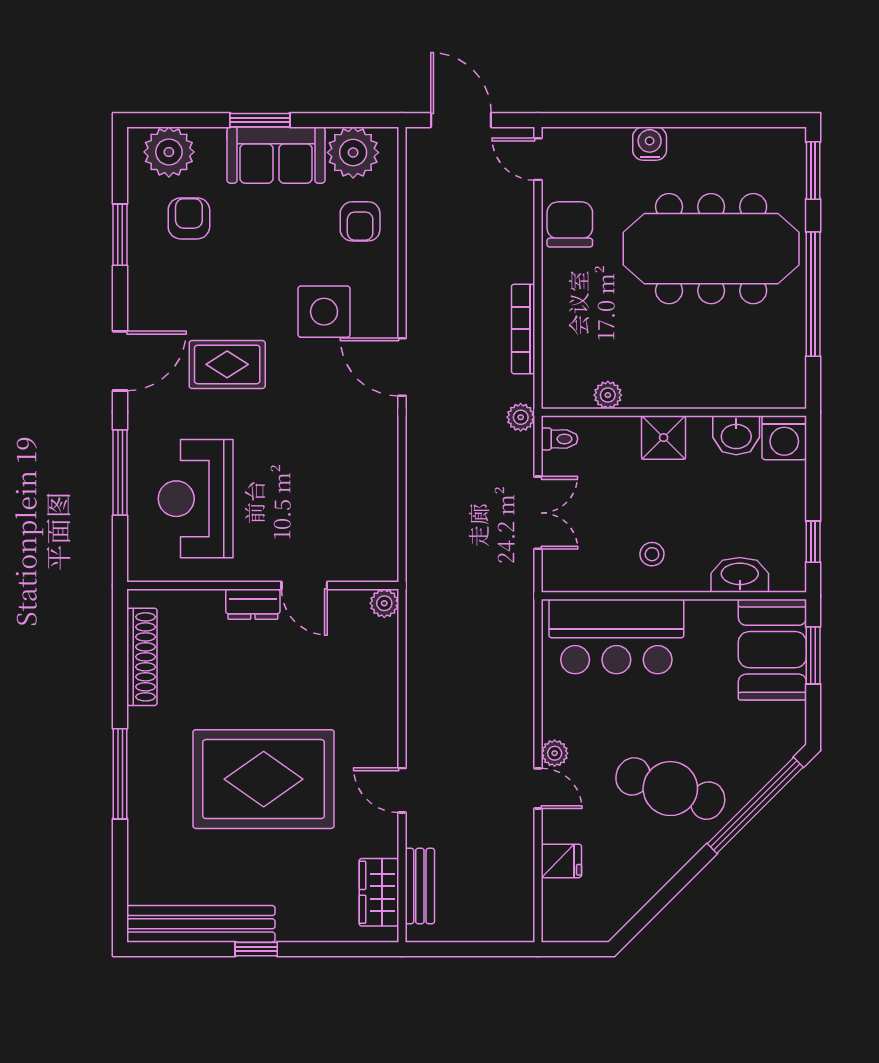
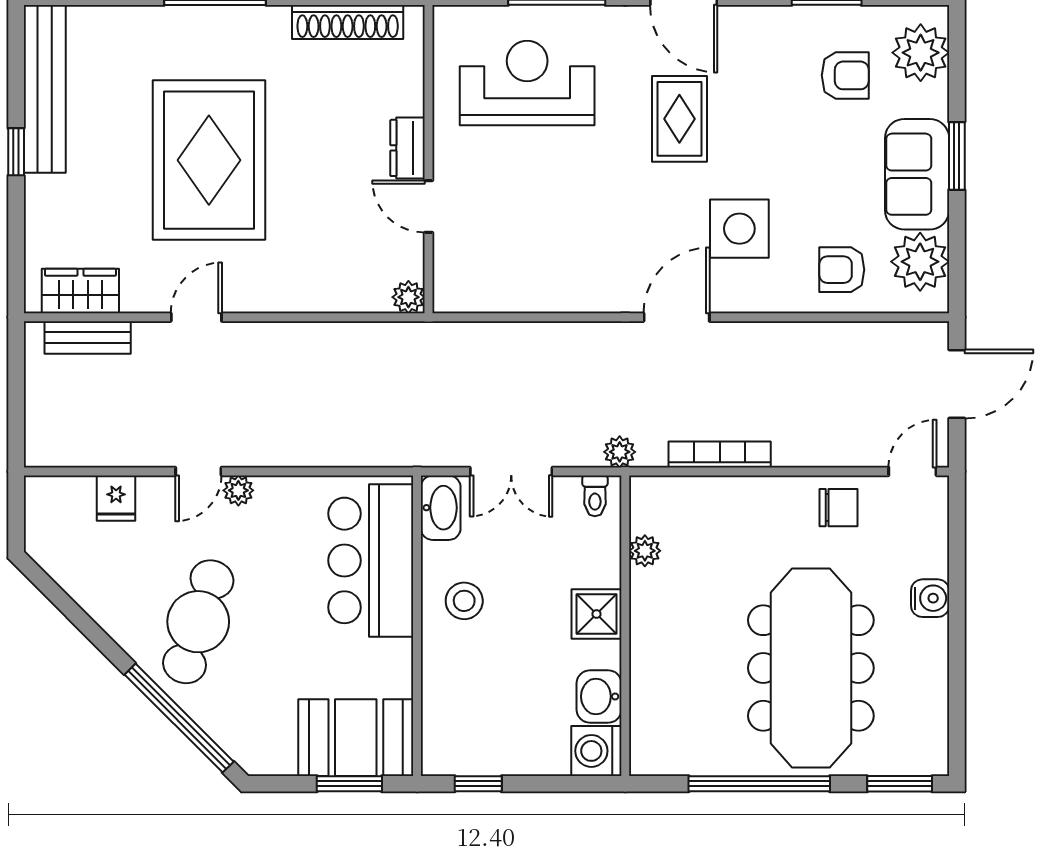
chair: (570, 224) -> (838, 508), width x0.73, depth x0.73
stool: (652, 554) -> (464, 601), width x1.37, depth x1.37
washbasin: (740, 575) -> (441, 508), moved
door: (304, 586) -> (429, 206), hinge flipped

